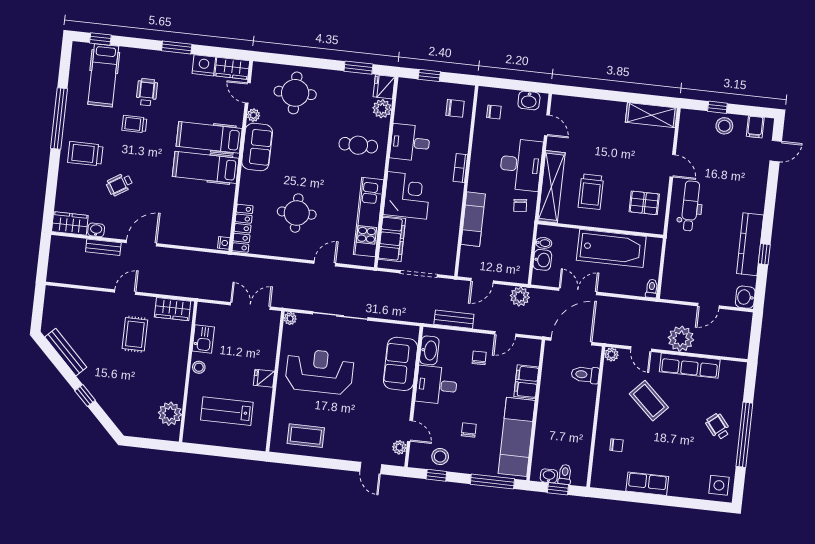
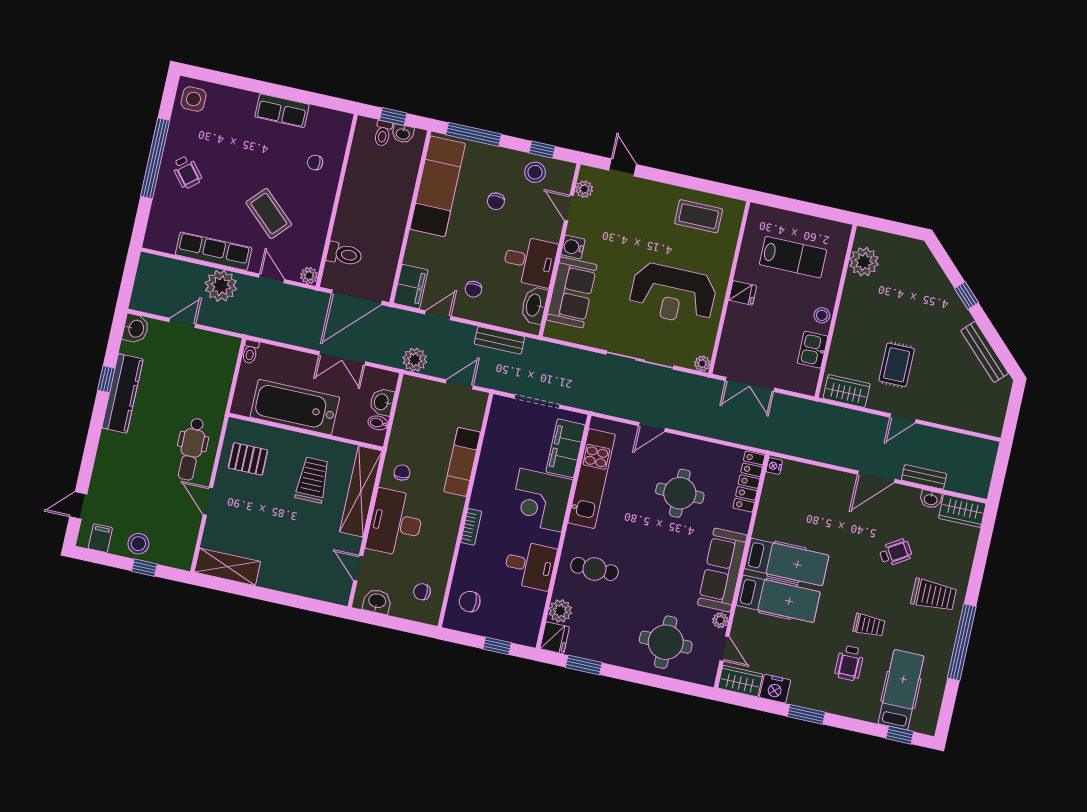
sofa: (257, 147) -> (722, 570), width x1.36
filing cabinet: (526, 382) -> (411, 286), moved
water cooler: (403, 400) -> (573, 247), added

